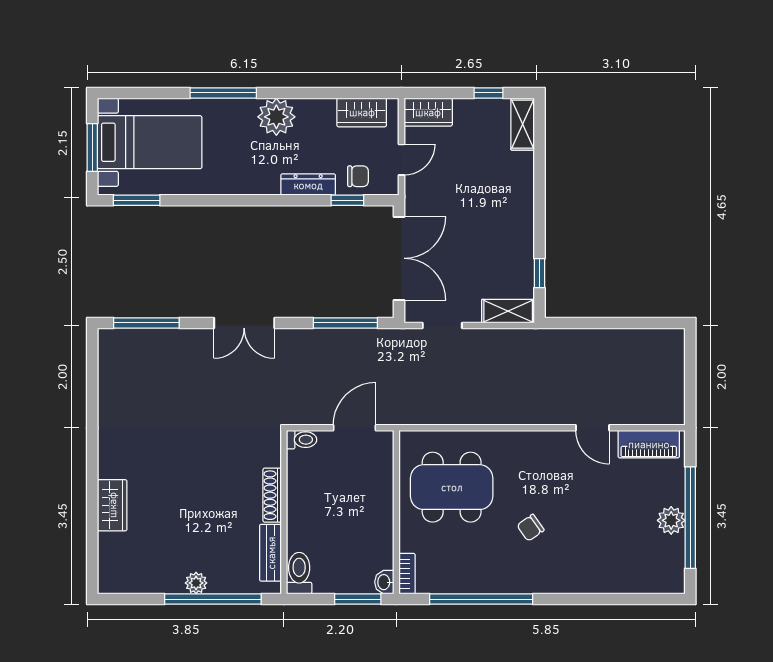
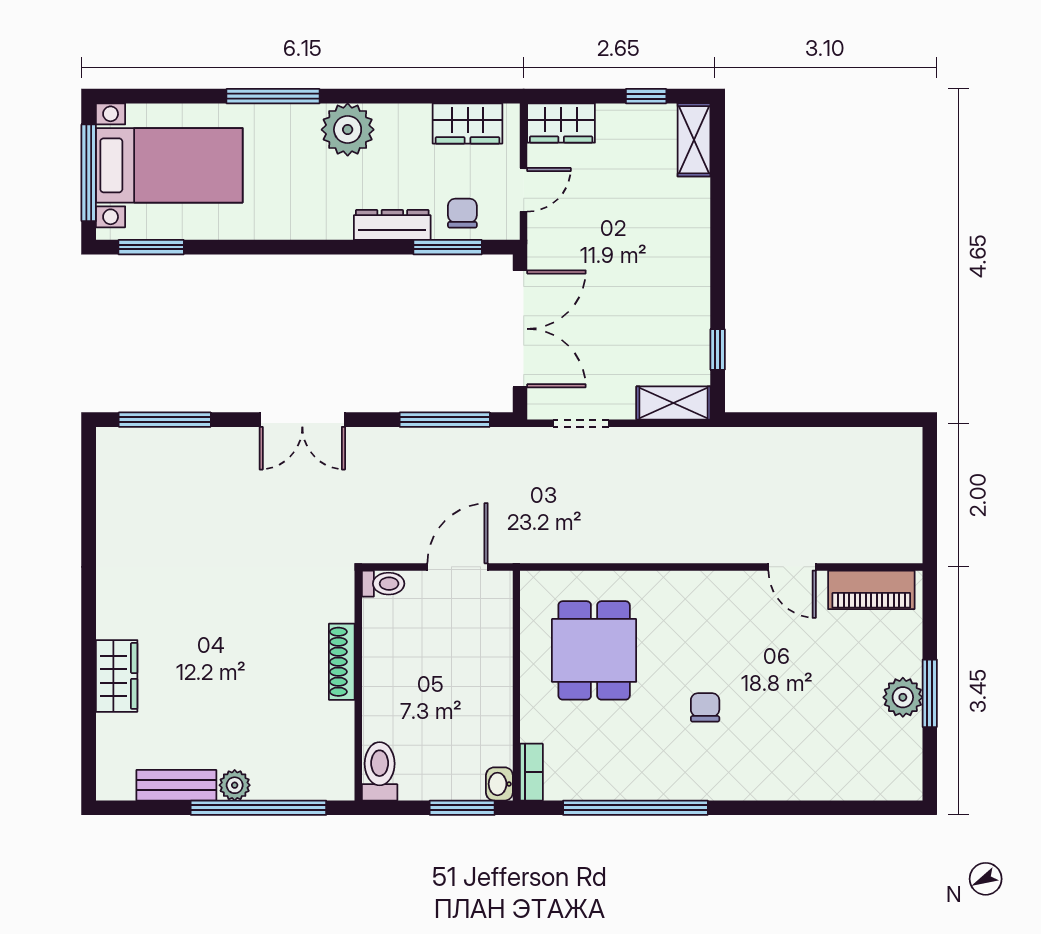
window: (92, 148) -> (89, 173), width x1.44
chair: (358, 176) -> (462, 213), turned -90
window: (347, 200) -> (448, 247), width x1.50
dining table: (452, 487) -> (594, 650), width x0.73
window: (690, 518) -> (930, 693), width x0.47
chair: (531, 528) -> (705, 707), turned 125
bench: (271, 553) -> (176, 785), moved, turned 90

